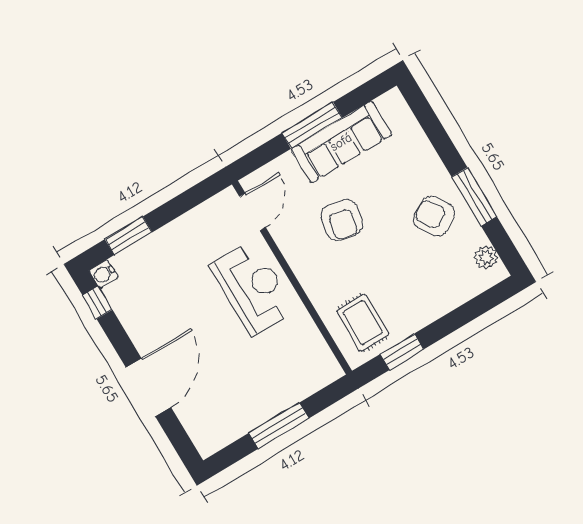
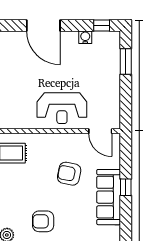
window: (312, 125) -> (126, 187), width x0.46
armchair: (434, 216) -> (43, 221), turned -148
water cooler: (104, 274) -> (85, 37), moved

